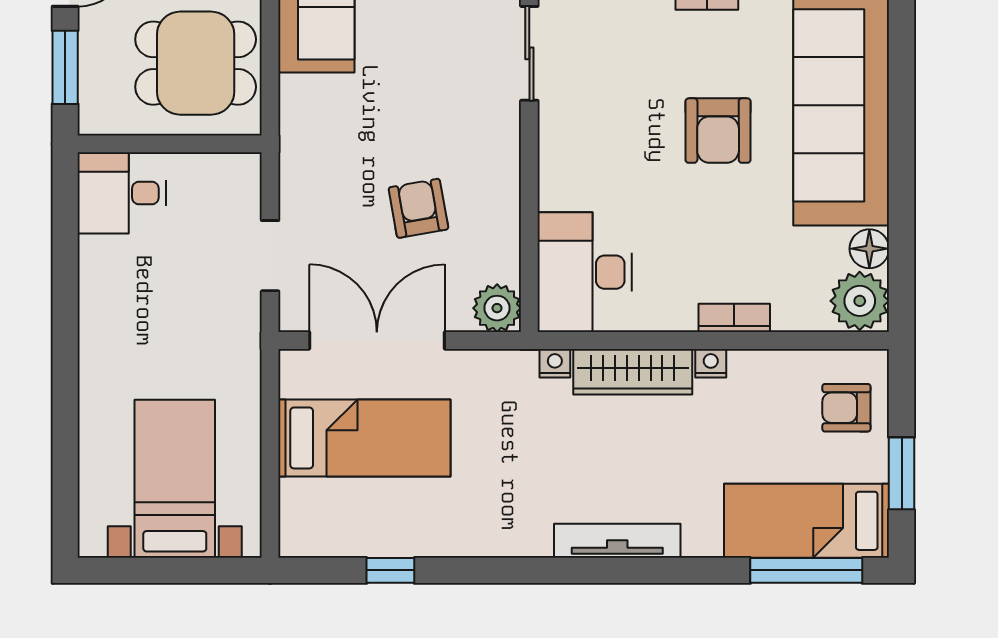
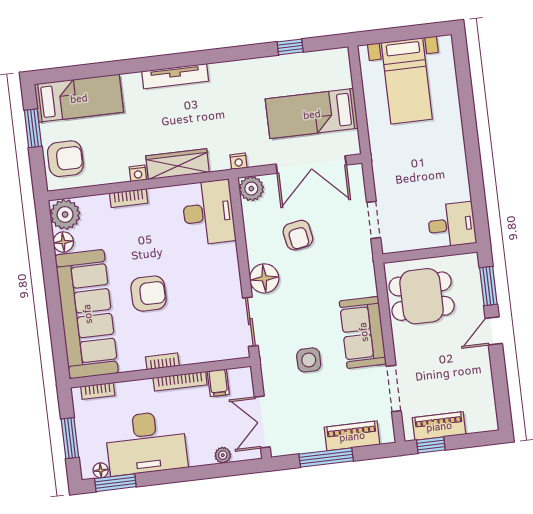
armchair: (718, 131) -> (148, 294), turned 90
floor lamp: (493, 133) -> (264, 278), added
doorway: (270, 256) -> (374, 220), moved
nightstand: (555, 363) -> (239, 161), moved
armchair: (846, 408) -> (65, 159), width x1.38, depth x1.38
window: (806, 570) -> (76, 72), removed

